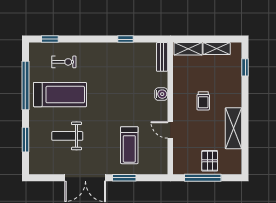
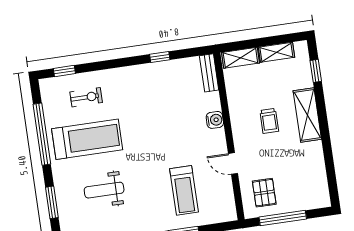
shelving: (233, 128) -> (307, 115), moved
pallet: (210, 161) -> (264, 193), moved

